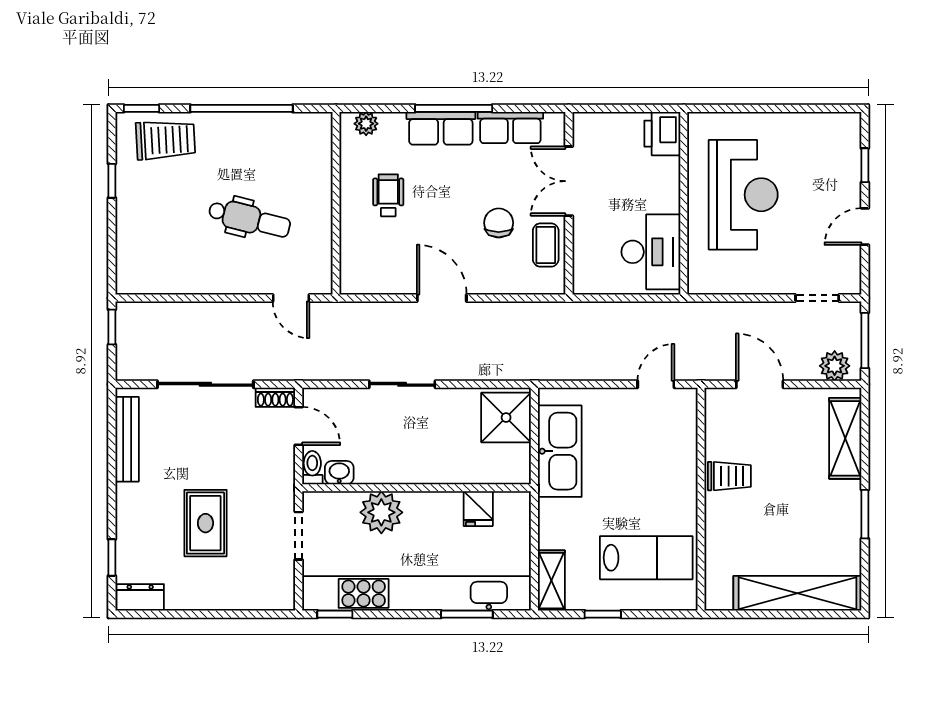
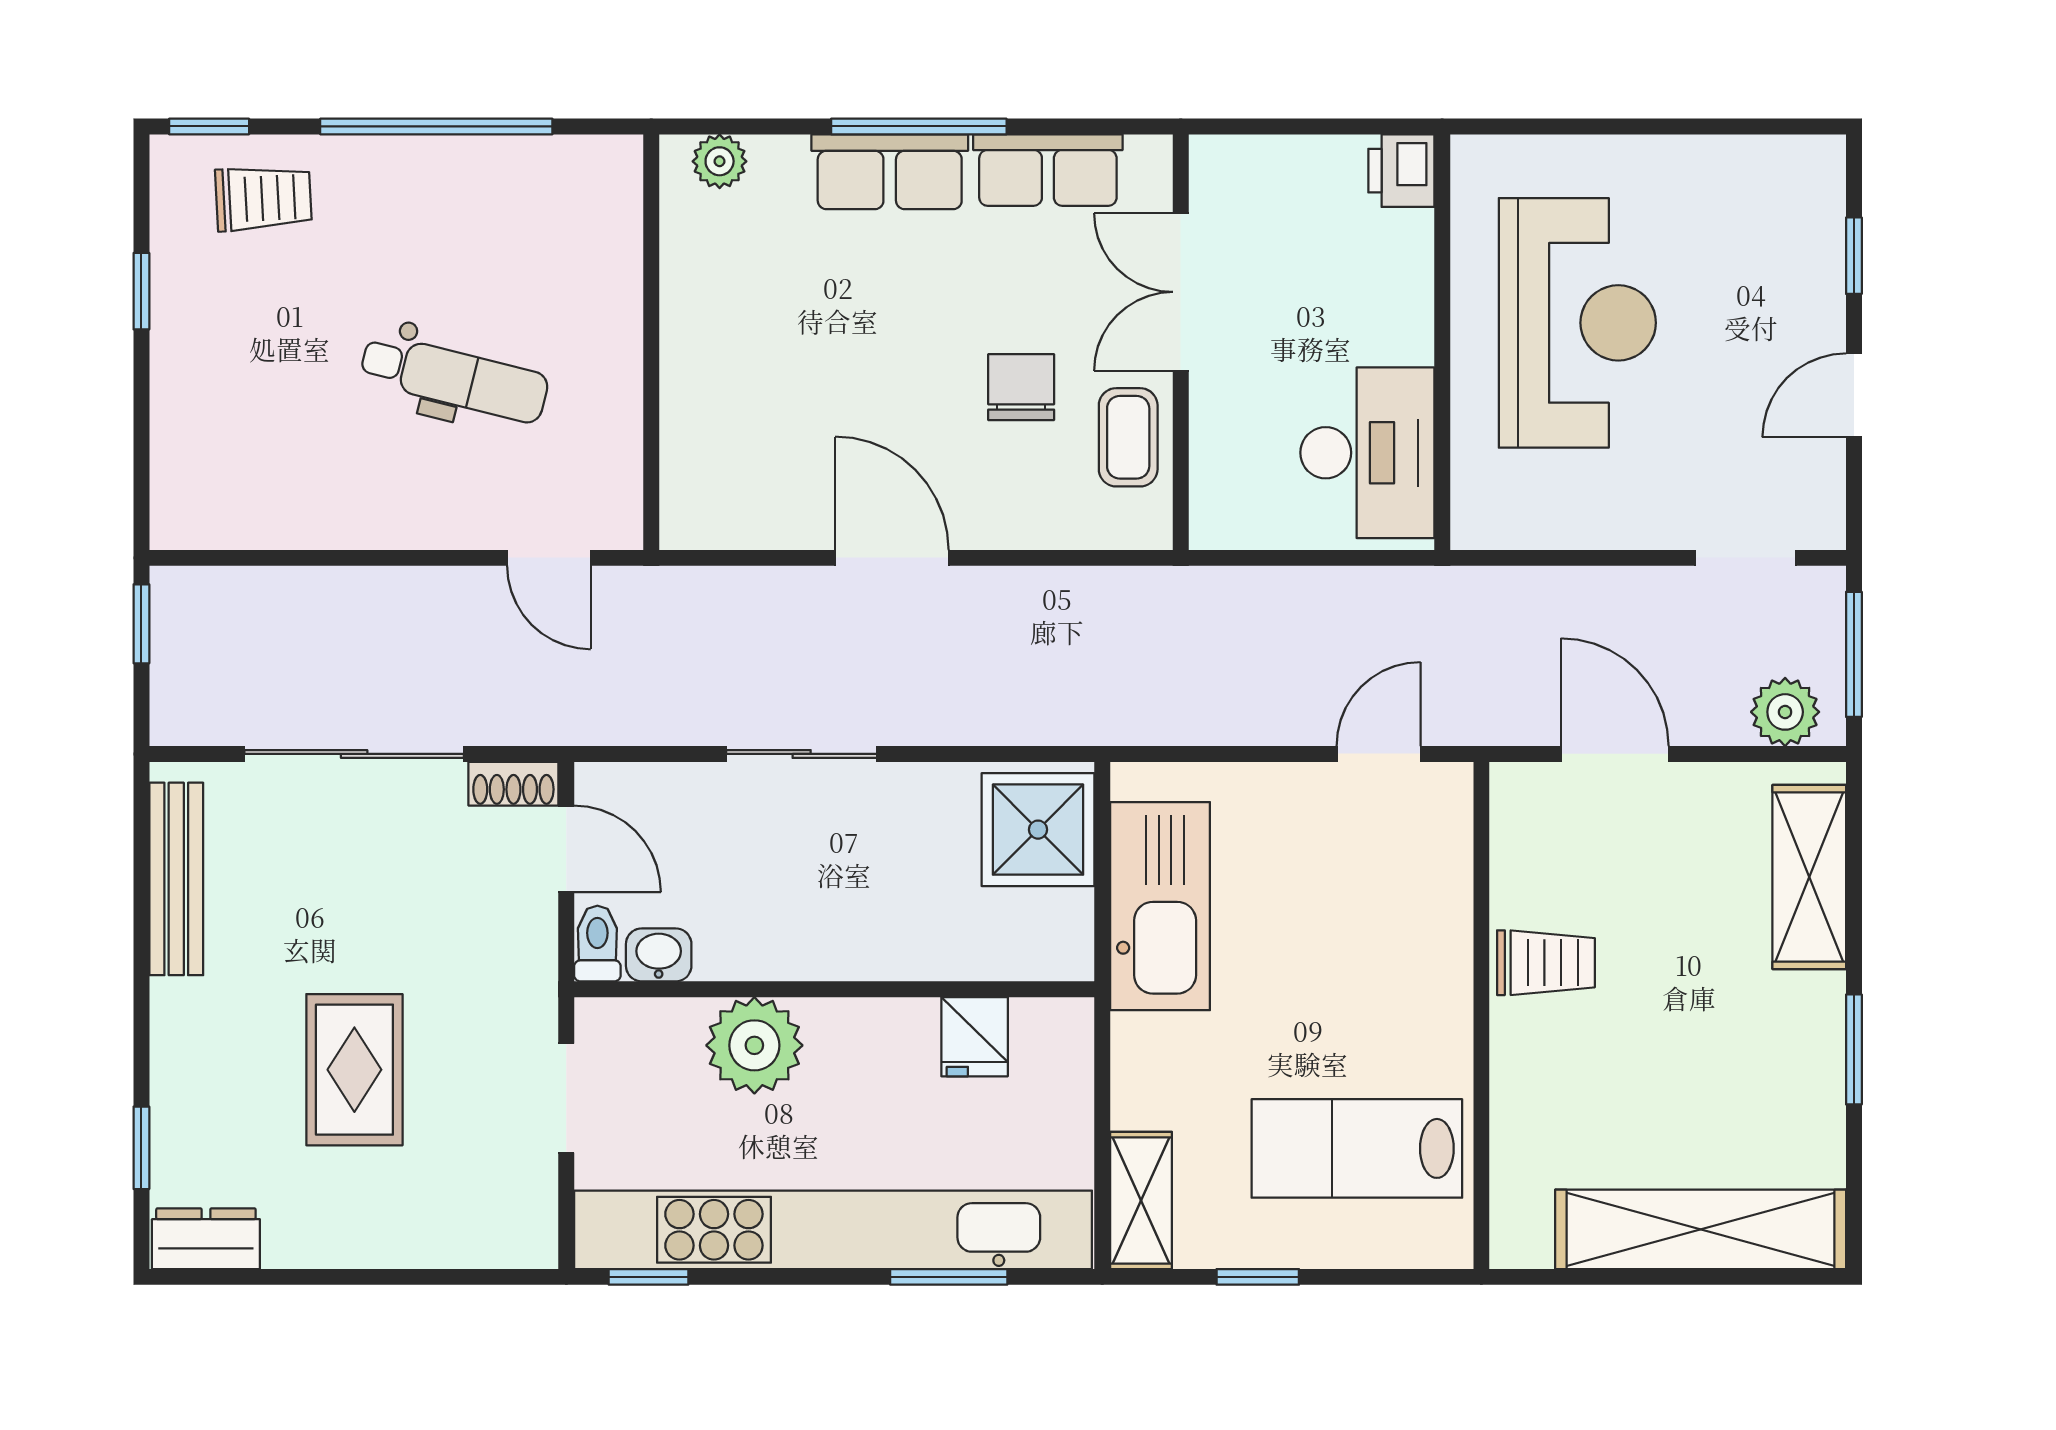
printer: (662, 134) -> (1401, 171), width x0.73, depth x0.81
trolley: (166, 140) -> (264, 198), width x0.73, depth x0.72
wheelchair: (388, 195) -> (770, 324), removed
lab bench: (646, 558) -> (1357, 1148), turned 180

